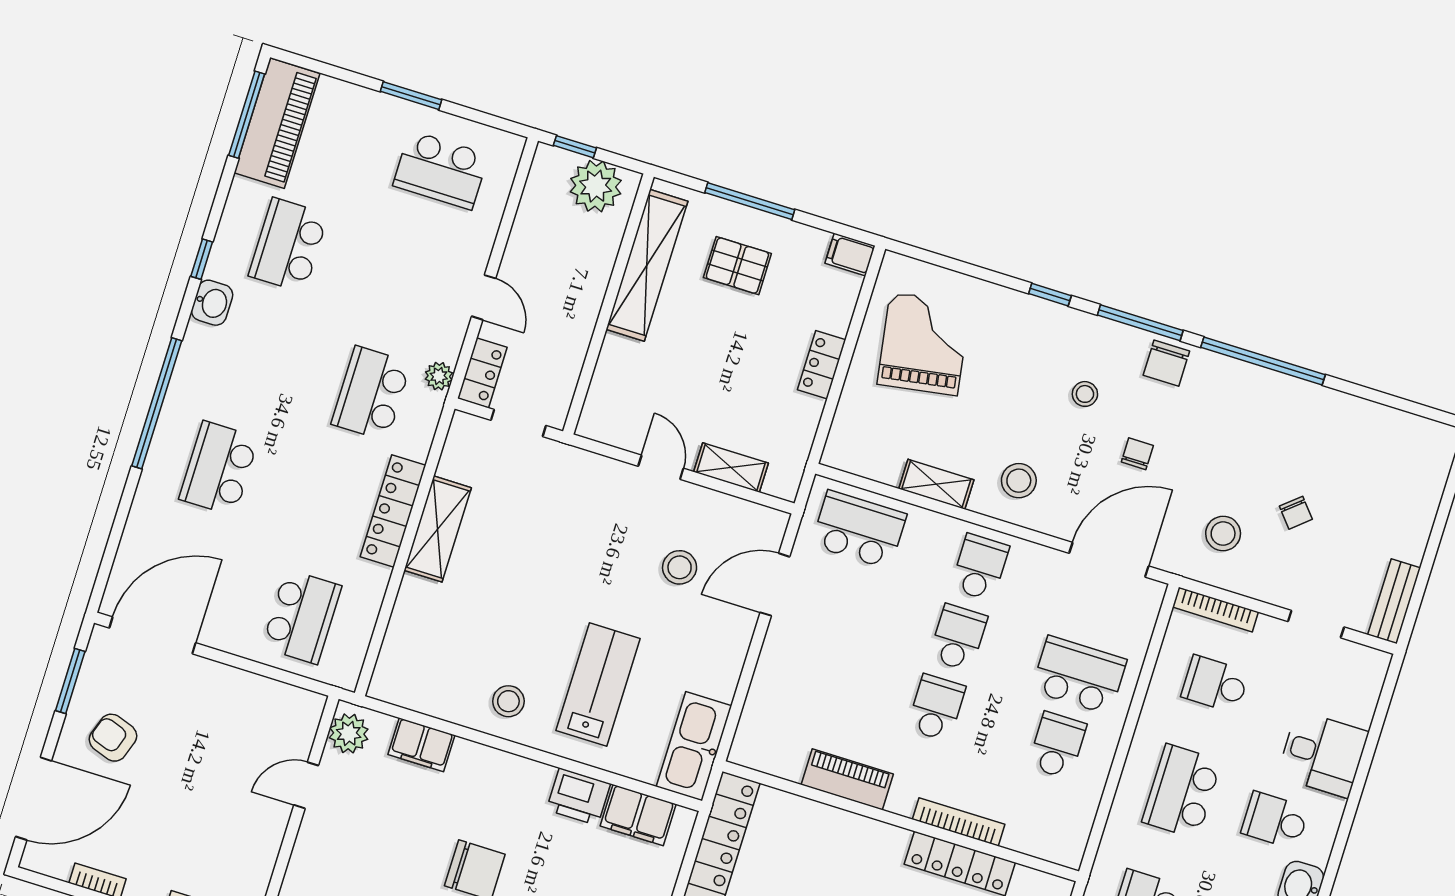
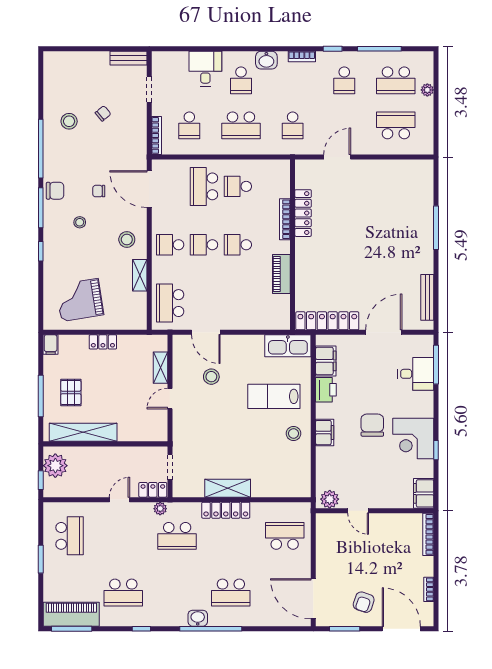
washbasin: (212, 303) -> (198, 618), moved
stool: (1223, 534) -> (69, 121), moved
filing cabinet: (421, 745) -> (325, 433), moved

